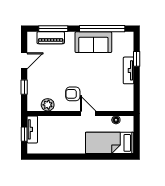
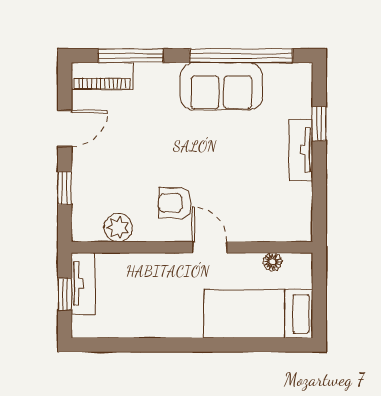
piano: (51, 38) -> (102, 76), moved

